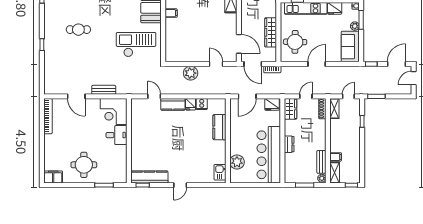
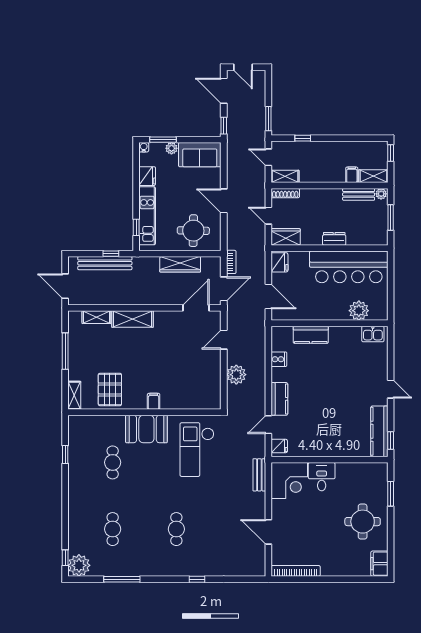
bench: (104, 90) -> (259, 475), moved
door: (76, 96) -> (268, 532), swing flipped
fridge: (191, 104) -> (279, 446), moved

